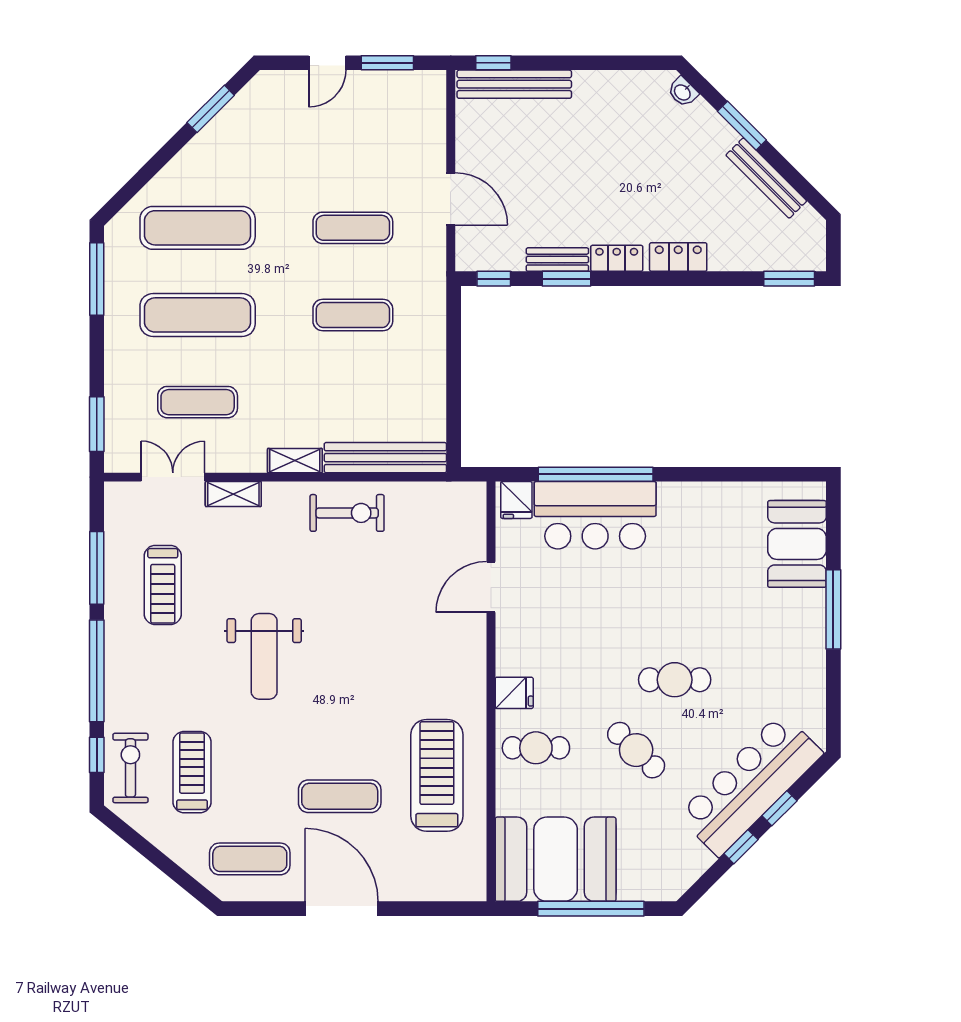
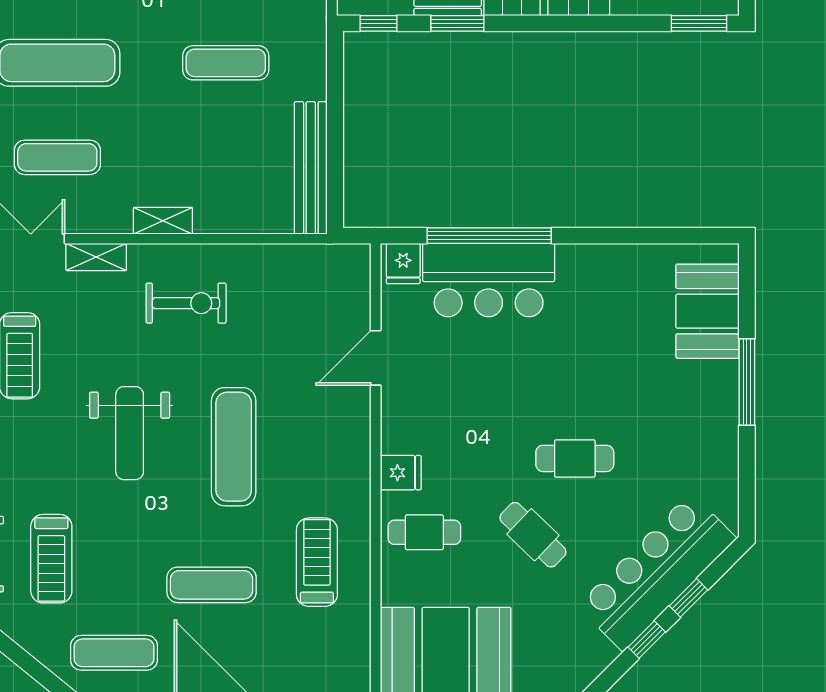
bench: (385, 458) -> (311, 168), moved, turned 90
exercise bike: (347, 513) -> (186, 303), moved
exercise mat: (360, 669) -> (234, 447), added
treadmill: (192, 772) -> (51, 559), turned 180
treadmill: (437, 775) -> (317, 562), width x0.73, depth x0.73

